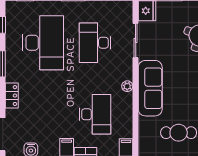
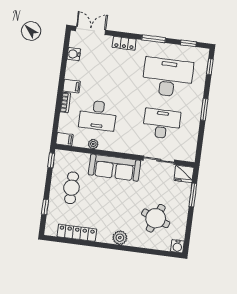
desk: (43, 43) -> (168, 77), turned 180
plant: (127, 86) -> (93, 144), moved

